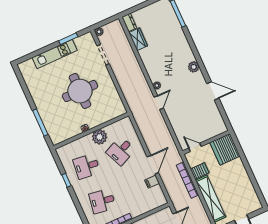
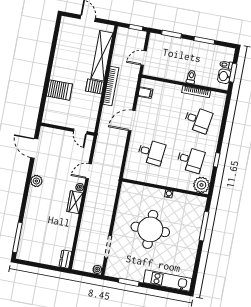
wardrobe: (138, 39) -> (75, 202), moved
kitchen unit: (55, 54) -> (168, 281), moved
plant: (100, 137) -> (201, 185), moved
wall: (206, 142) -> (68, 129), moved
door: (195, 147) -> (80, 132), moved
server rack: (225, 149) -> (59, 90), width x0.62
desk: (121, 151) -> (151, 152), turned 30
filing cabinet: (152, 182) -> (145, 93), moved

